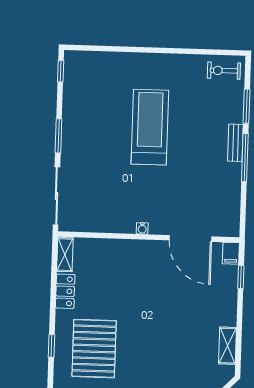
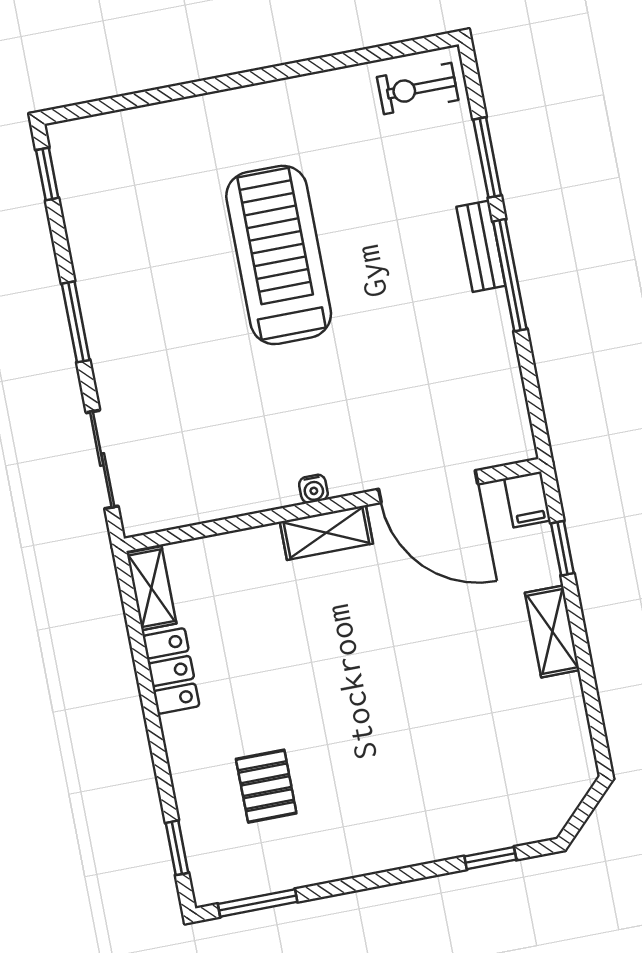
sliding door: (56, 196) -> (102, 459), width x0.73
shelving: (143, 248) -> (326, 533), added
window: (51, 346) -> (177, 848), moved
shelving: (228, 346) -> (552, 631), moved
pallet: (94, 349) -> (266, 786), width x0.49, depth x0.50

